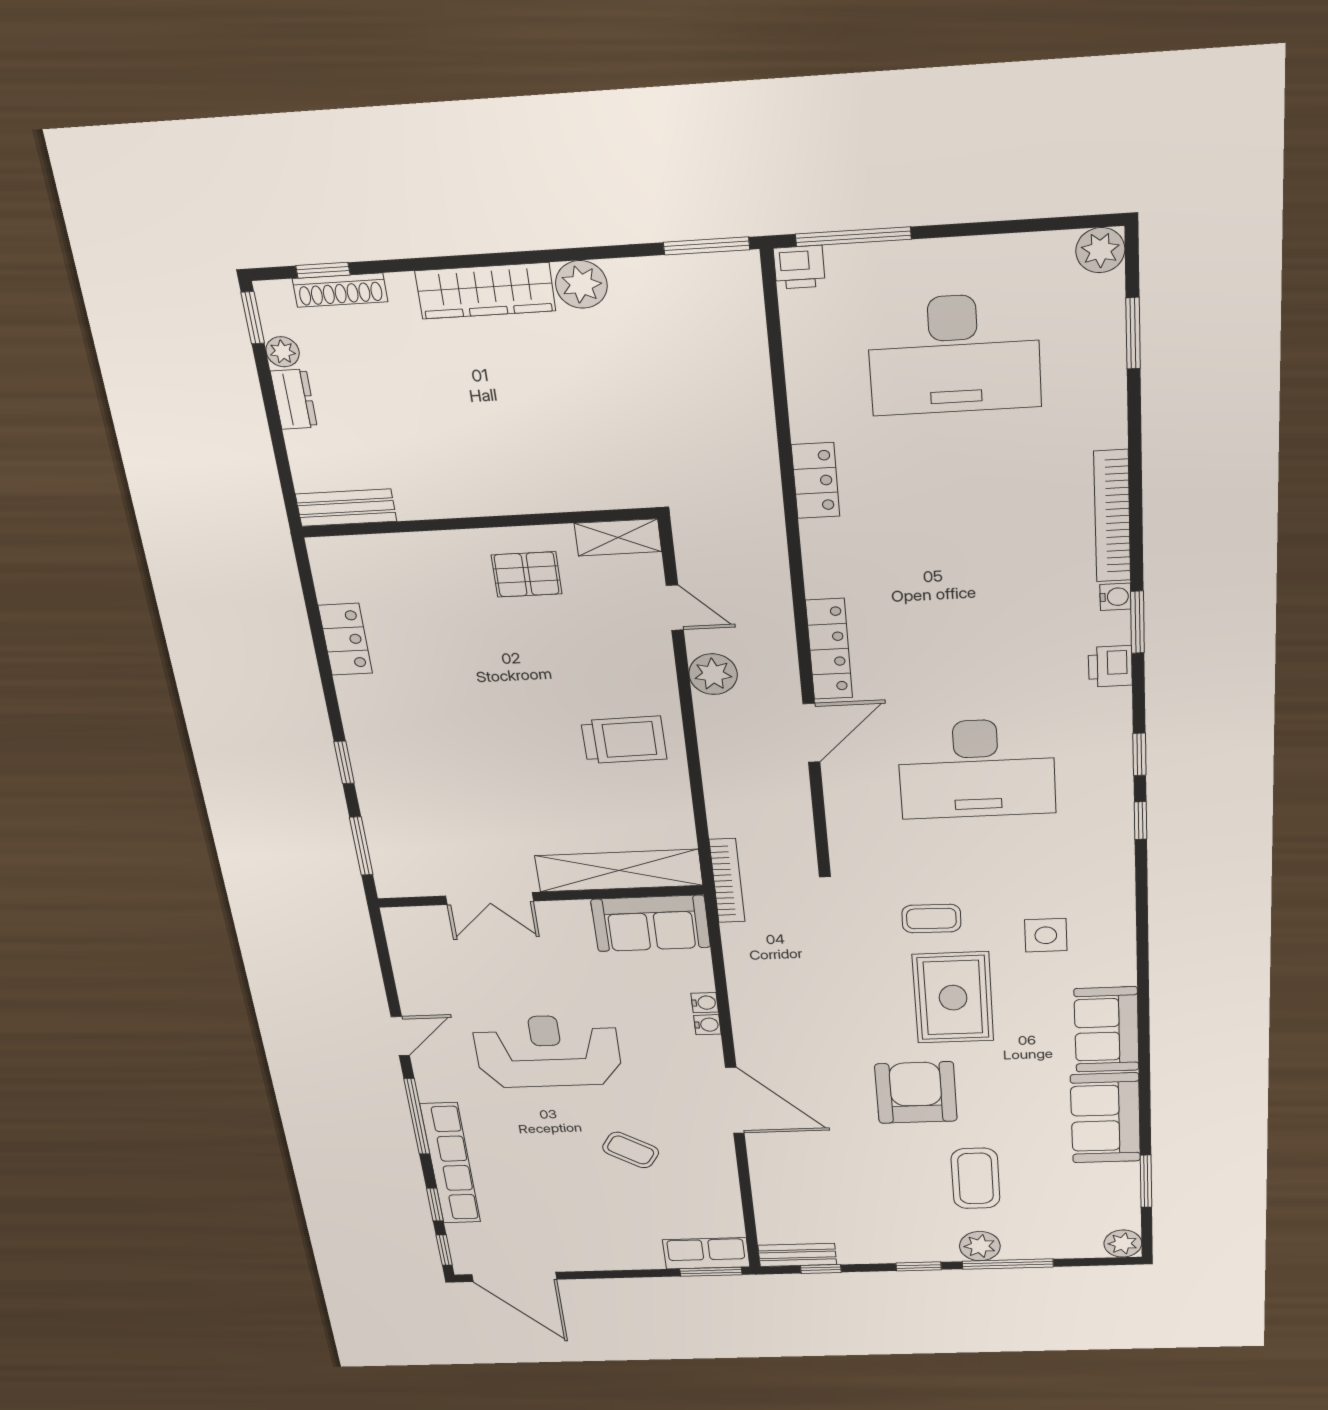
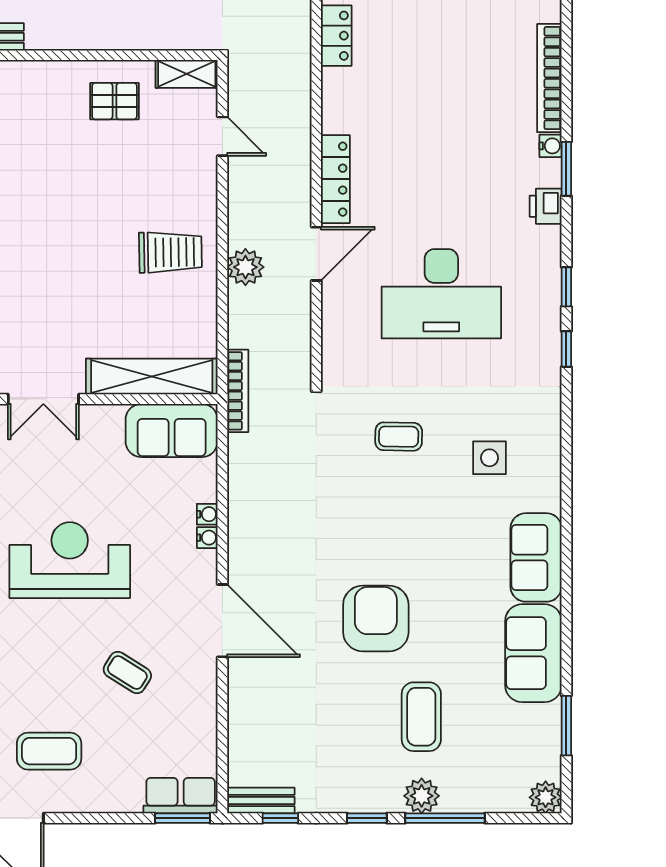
plant: (713, 674) -> (245, 267), moved
rug: (953, 998) -> (412, 518), removed
coffee table: (553, 1220) -> (49, 751), added

